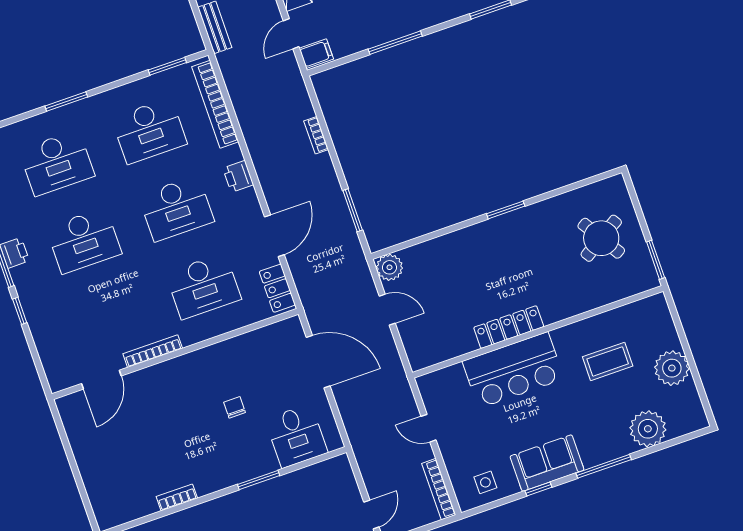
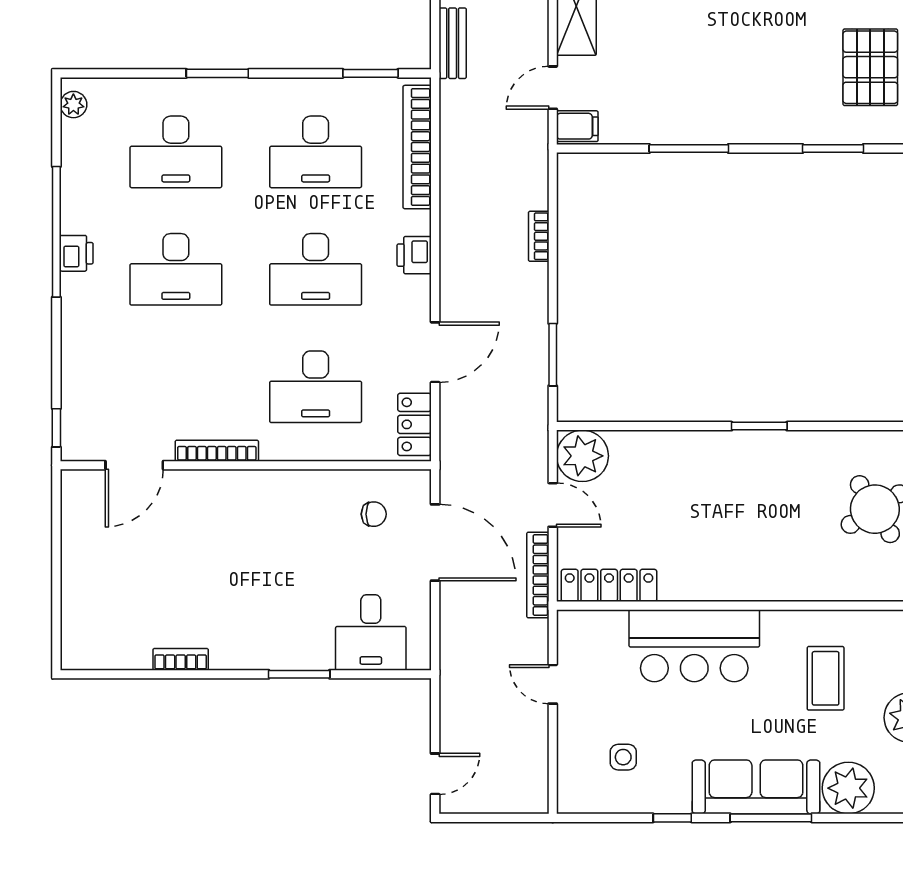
plant: (389, 267) -> (582, 456), width x1.36, depth x1.36
window: (20, 311) -> (56, 428), moved
locker: (509, 327) -> (609, 585), moved
coffee table: (608, 361) -> (826, 678), turned 90
chair: (235, 407) -> (374, 514), moved, turned 90
sofa: (547, 463) -> (756, 787), moved, width x1.36
side table: (485, 482) -> (623, 757), moved
bookcase: (439, 489) -> (538, 575), moved

